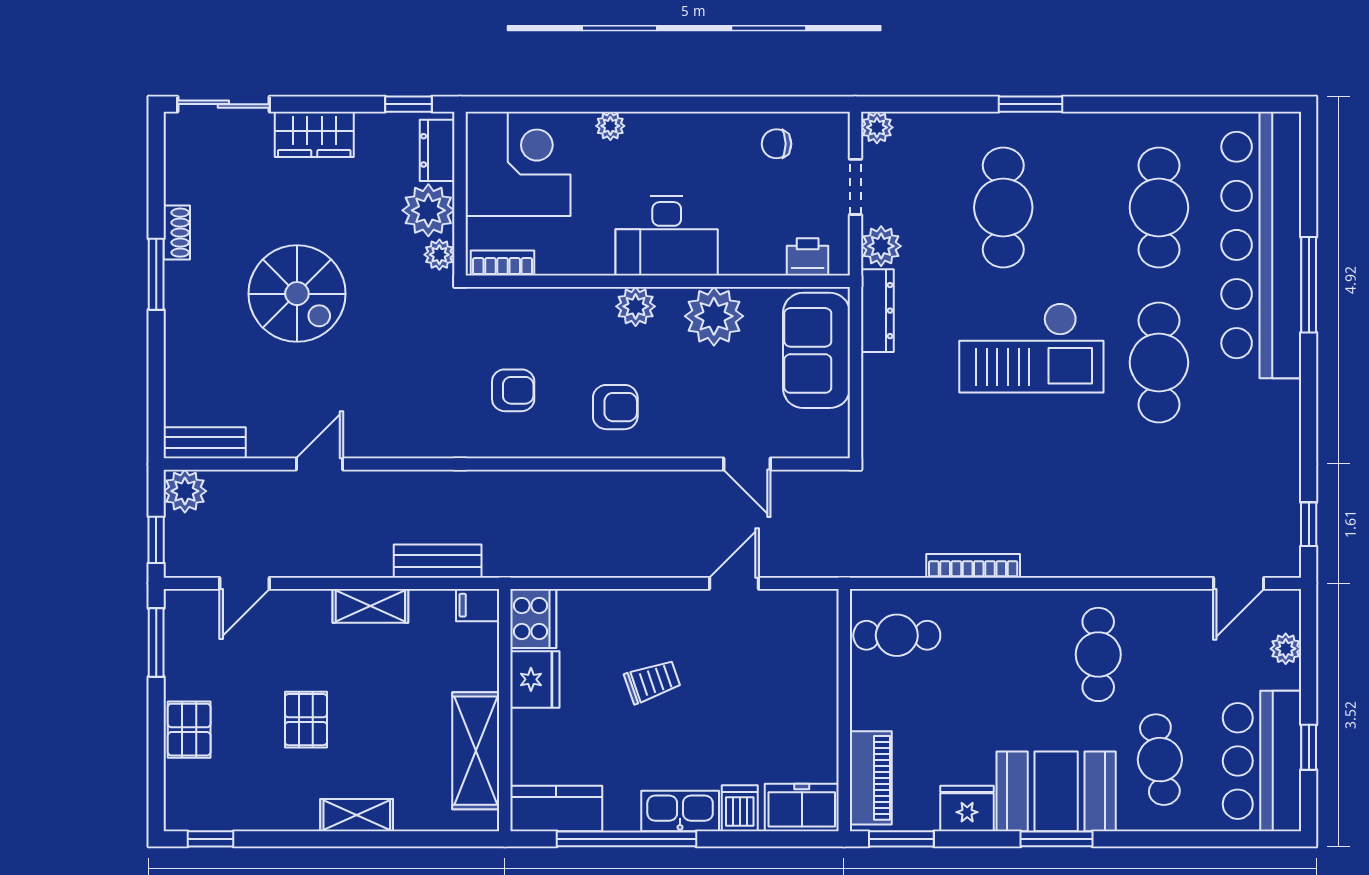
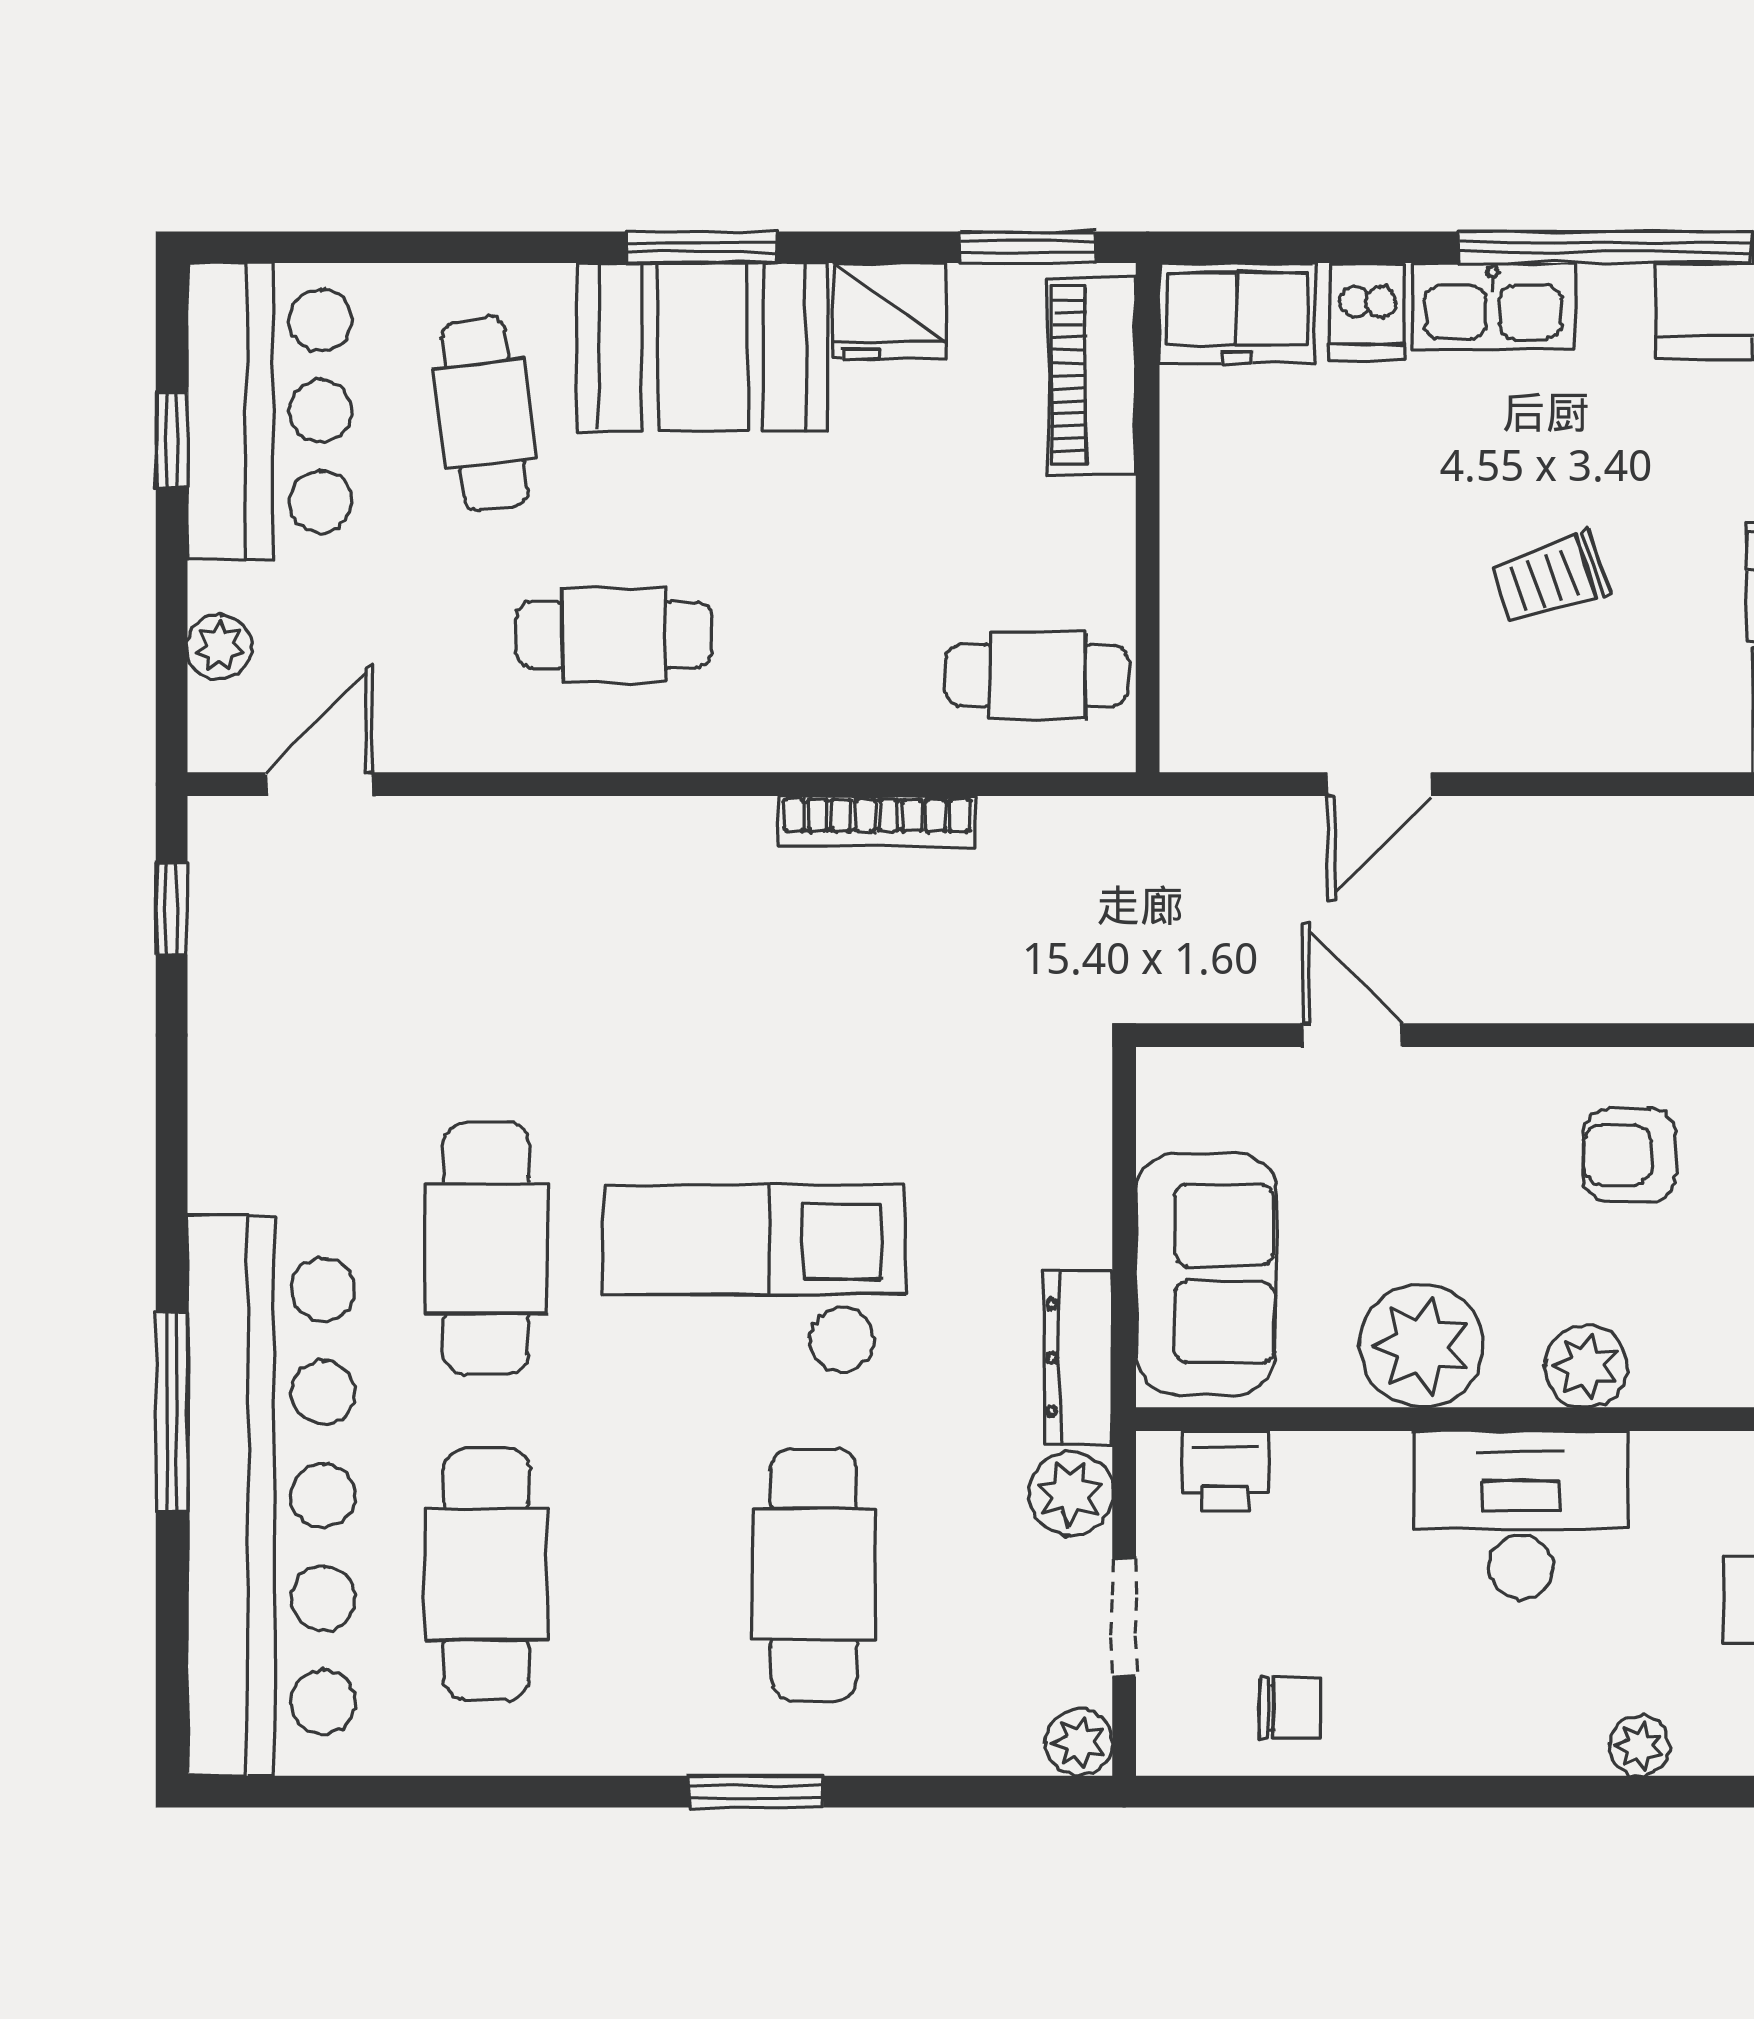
cafe table: (1098, 654) -> (614, 635), turned 90

